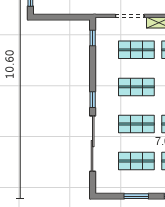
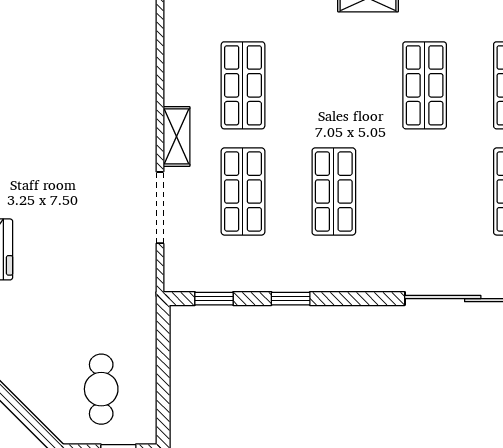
window: (93, 100) -> (291, 299), moved
shop shelf: (136, 124) -> (425, 191), removed

